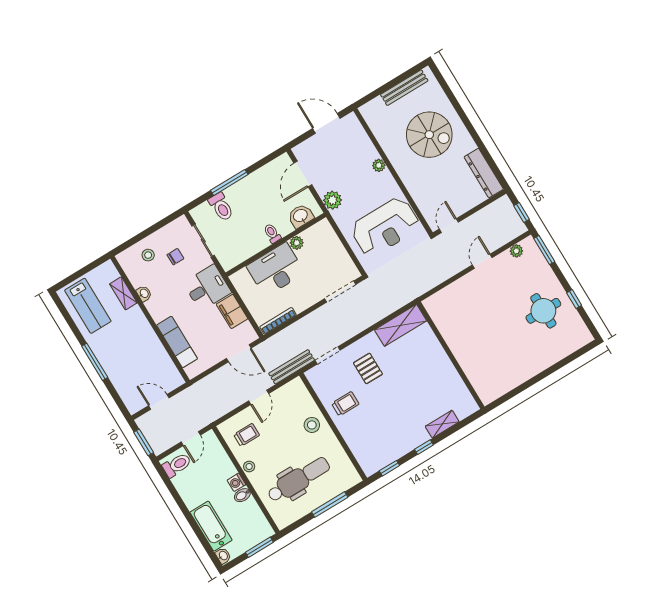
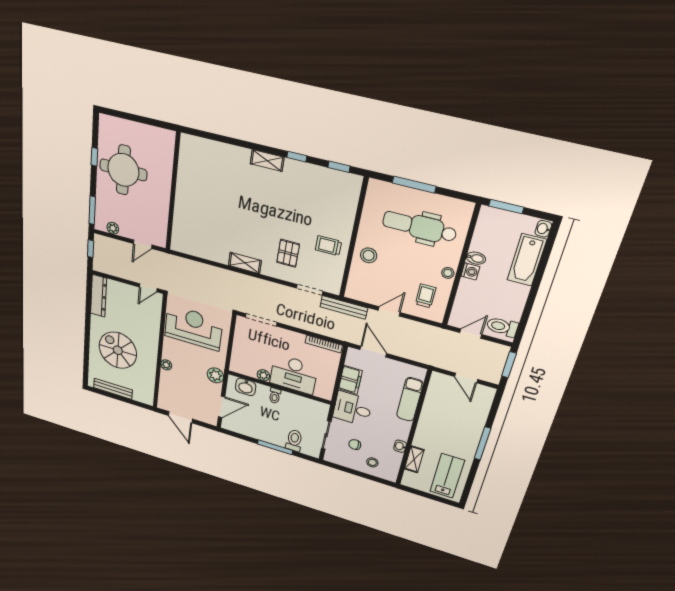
round table: (543, 311) -> (123, 170), width x1.36, depth x1.36
shelving: (401, 325) -> (245, 263), width x0.67, depth x0.75
wall: (450, 355) -> (173, 192), moved
trolley: (247, 435) -> (426, 296), turned 90

